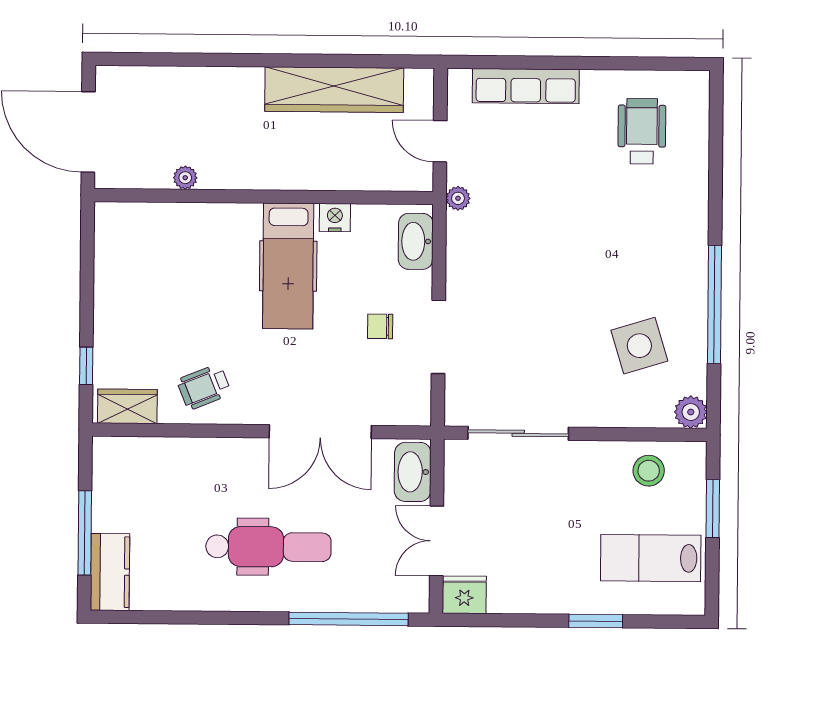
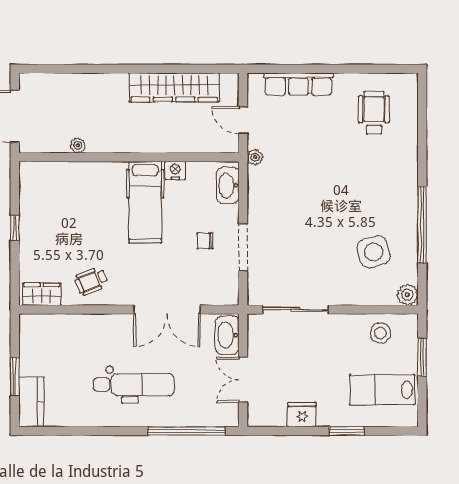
window: (86, 366) -> (15, 228), moved
window: (85, 533) -> (15, 377), width x0.69
fridge: (464, 595) -> (302, 415), moved

